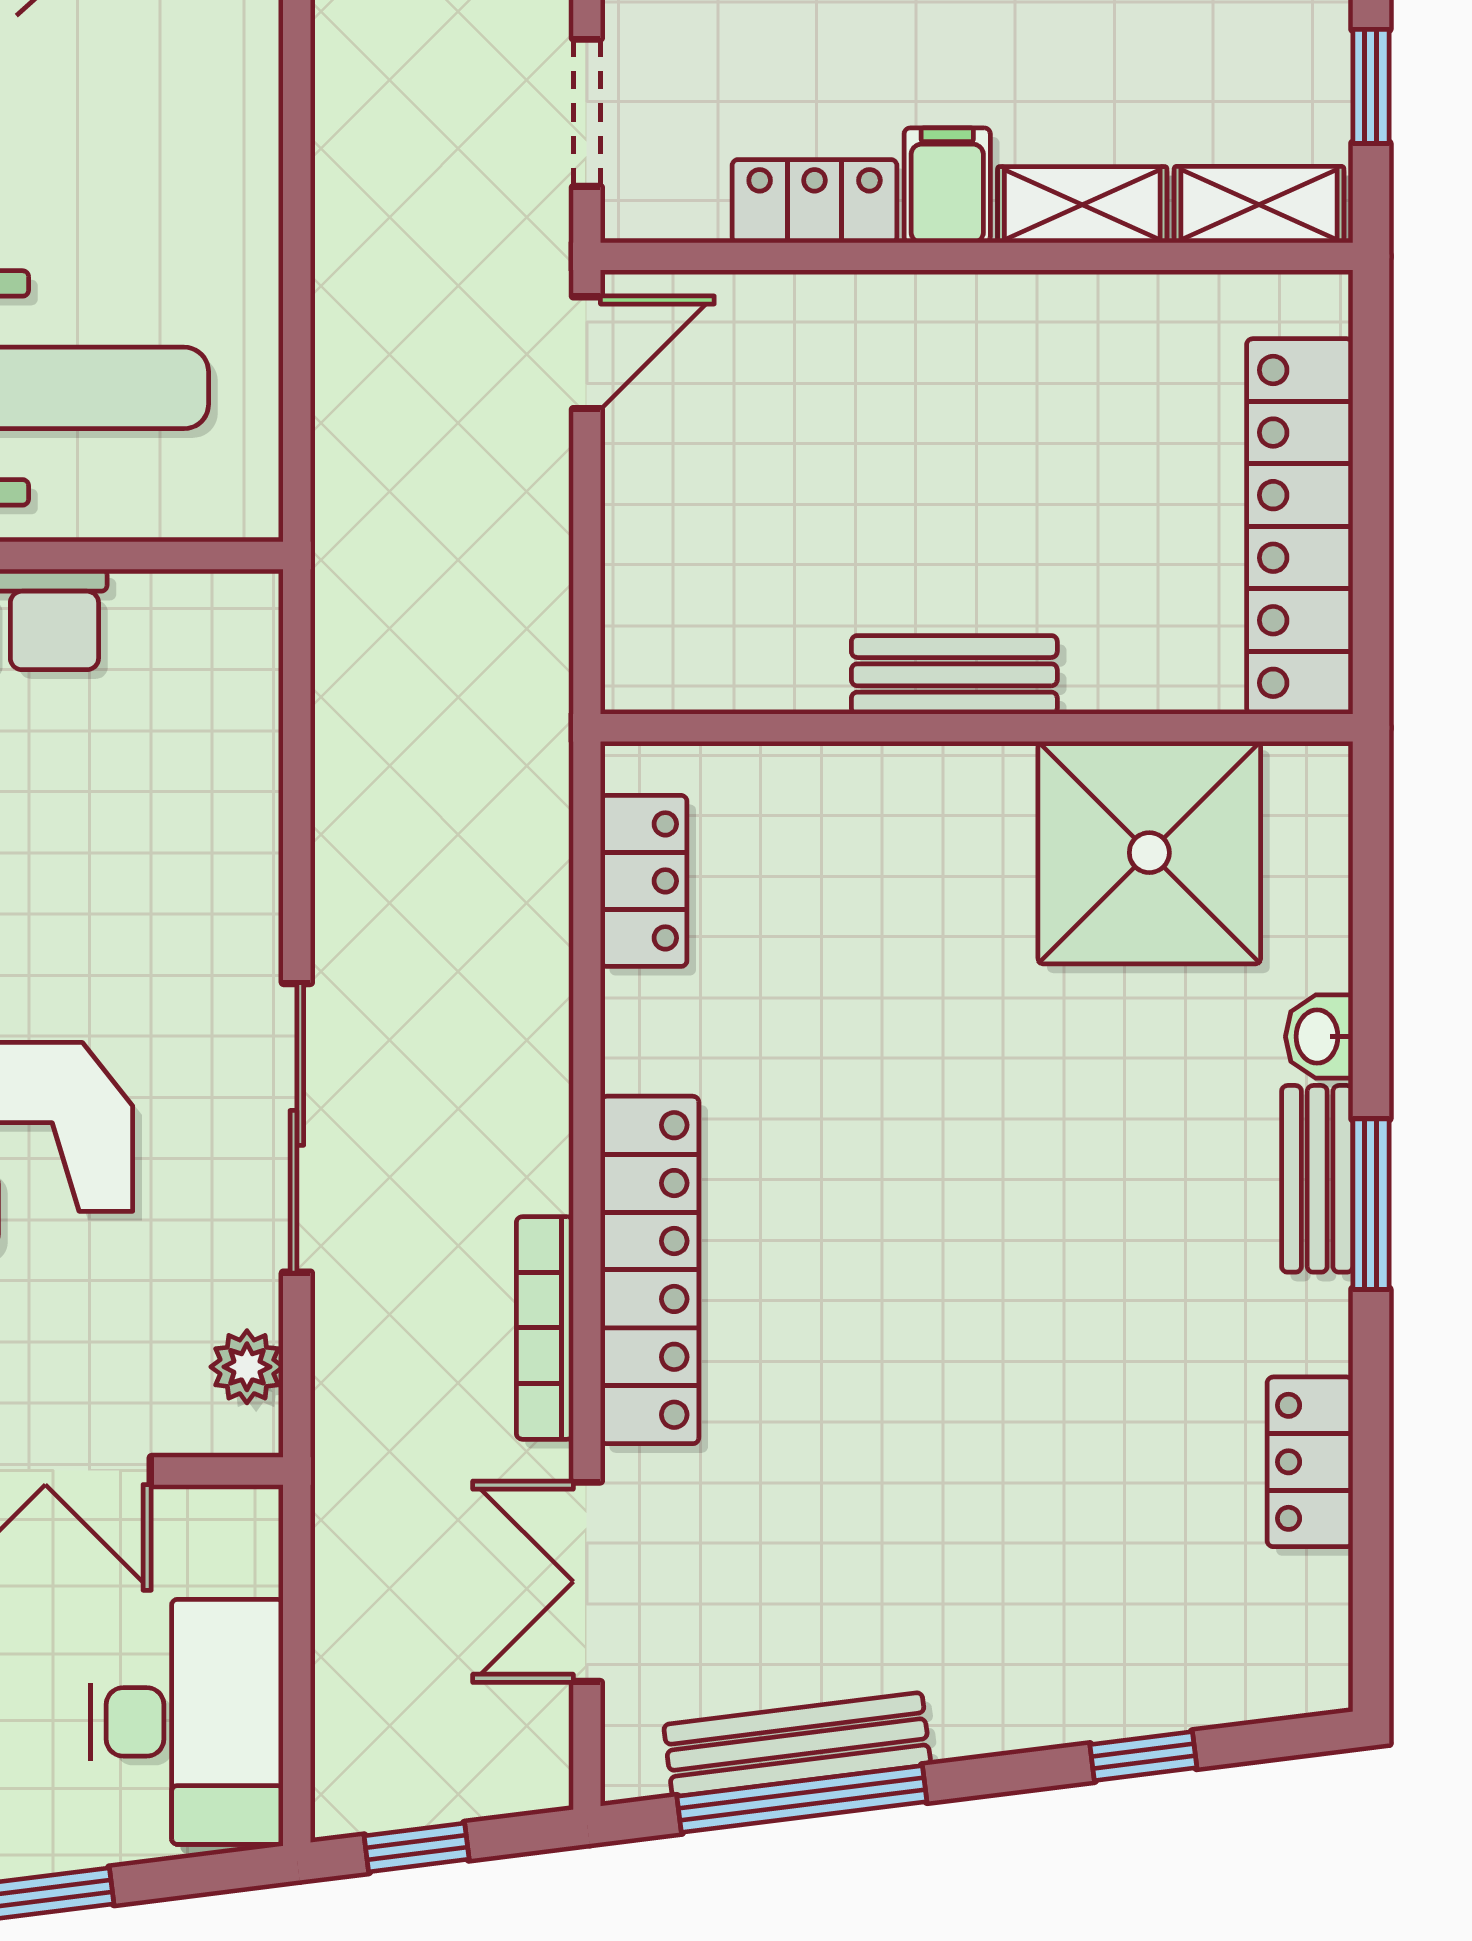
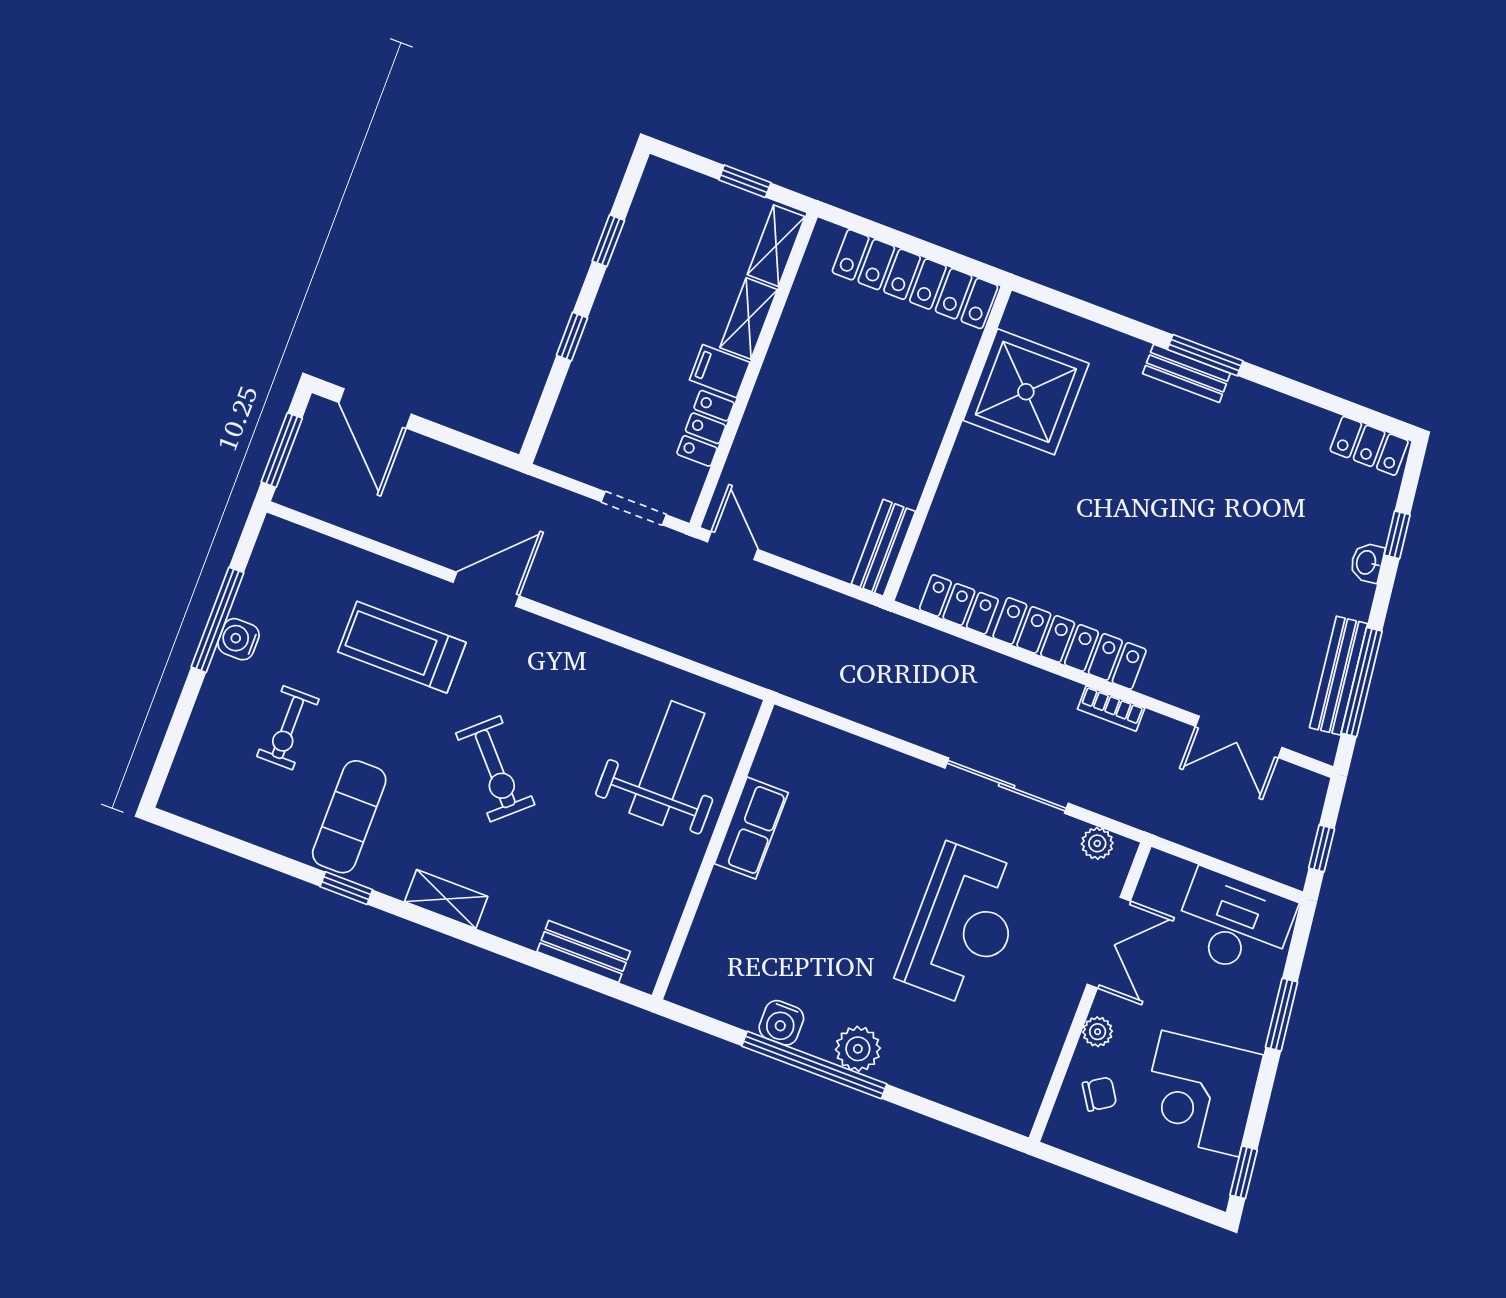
bench: (954, 675) -> (883, 548), moved
washbasin: (1319, 1037) -> (1367, 563), moved, turned 83
locker: (650, 1270) -> (1070, 643), moved
bookcase: (545, 1328) -> (1111, 708), width x0.64
locker: (1310, 1462) -> (1369, 446), moved

